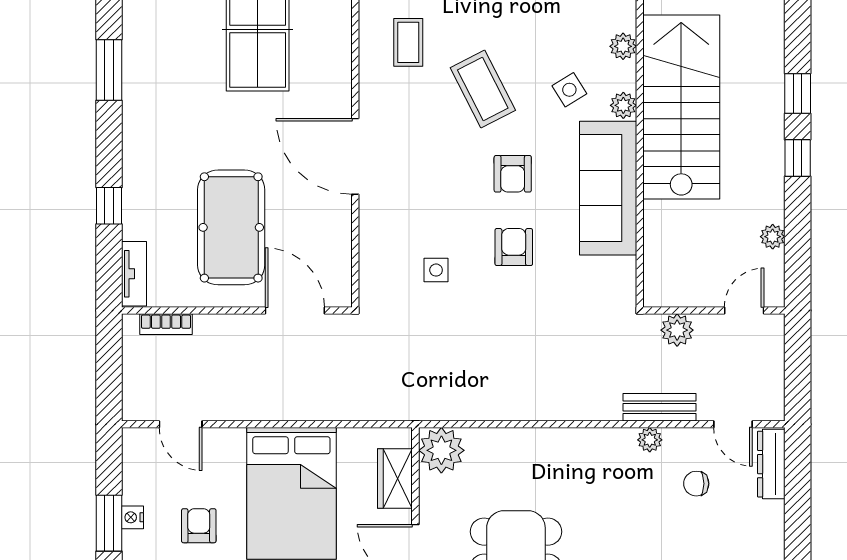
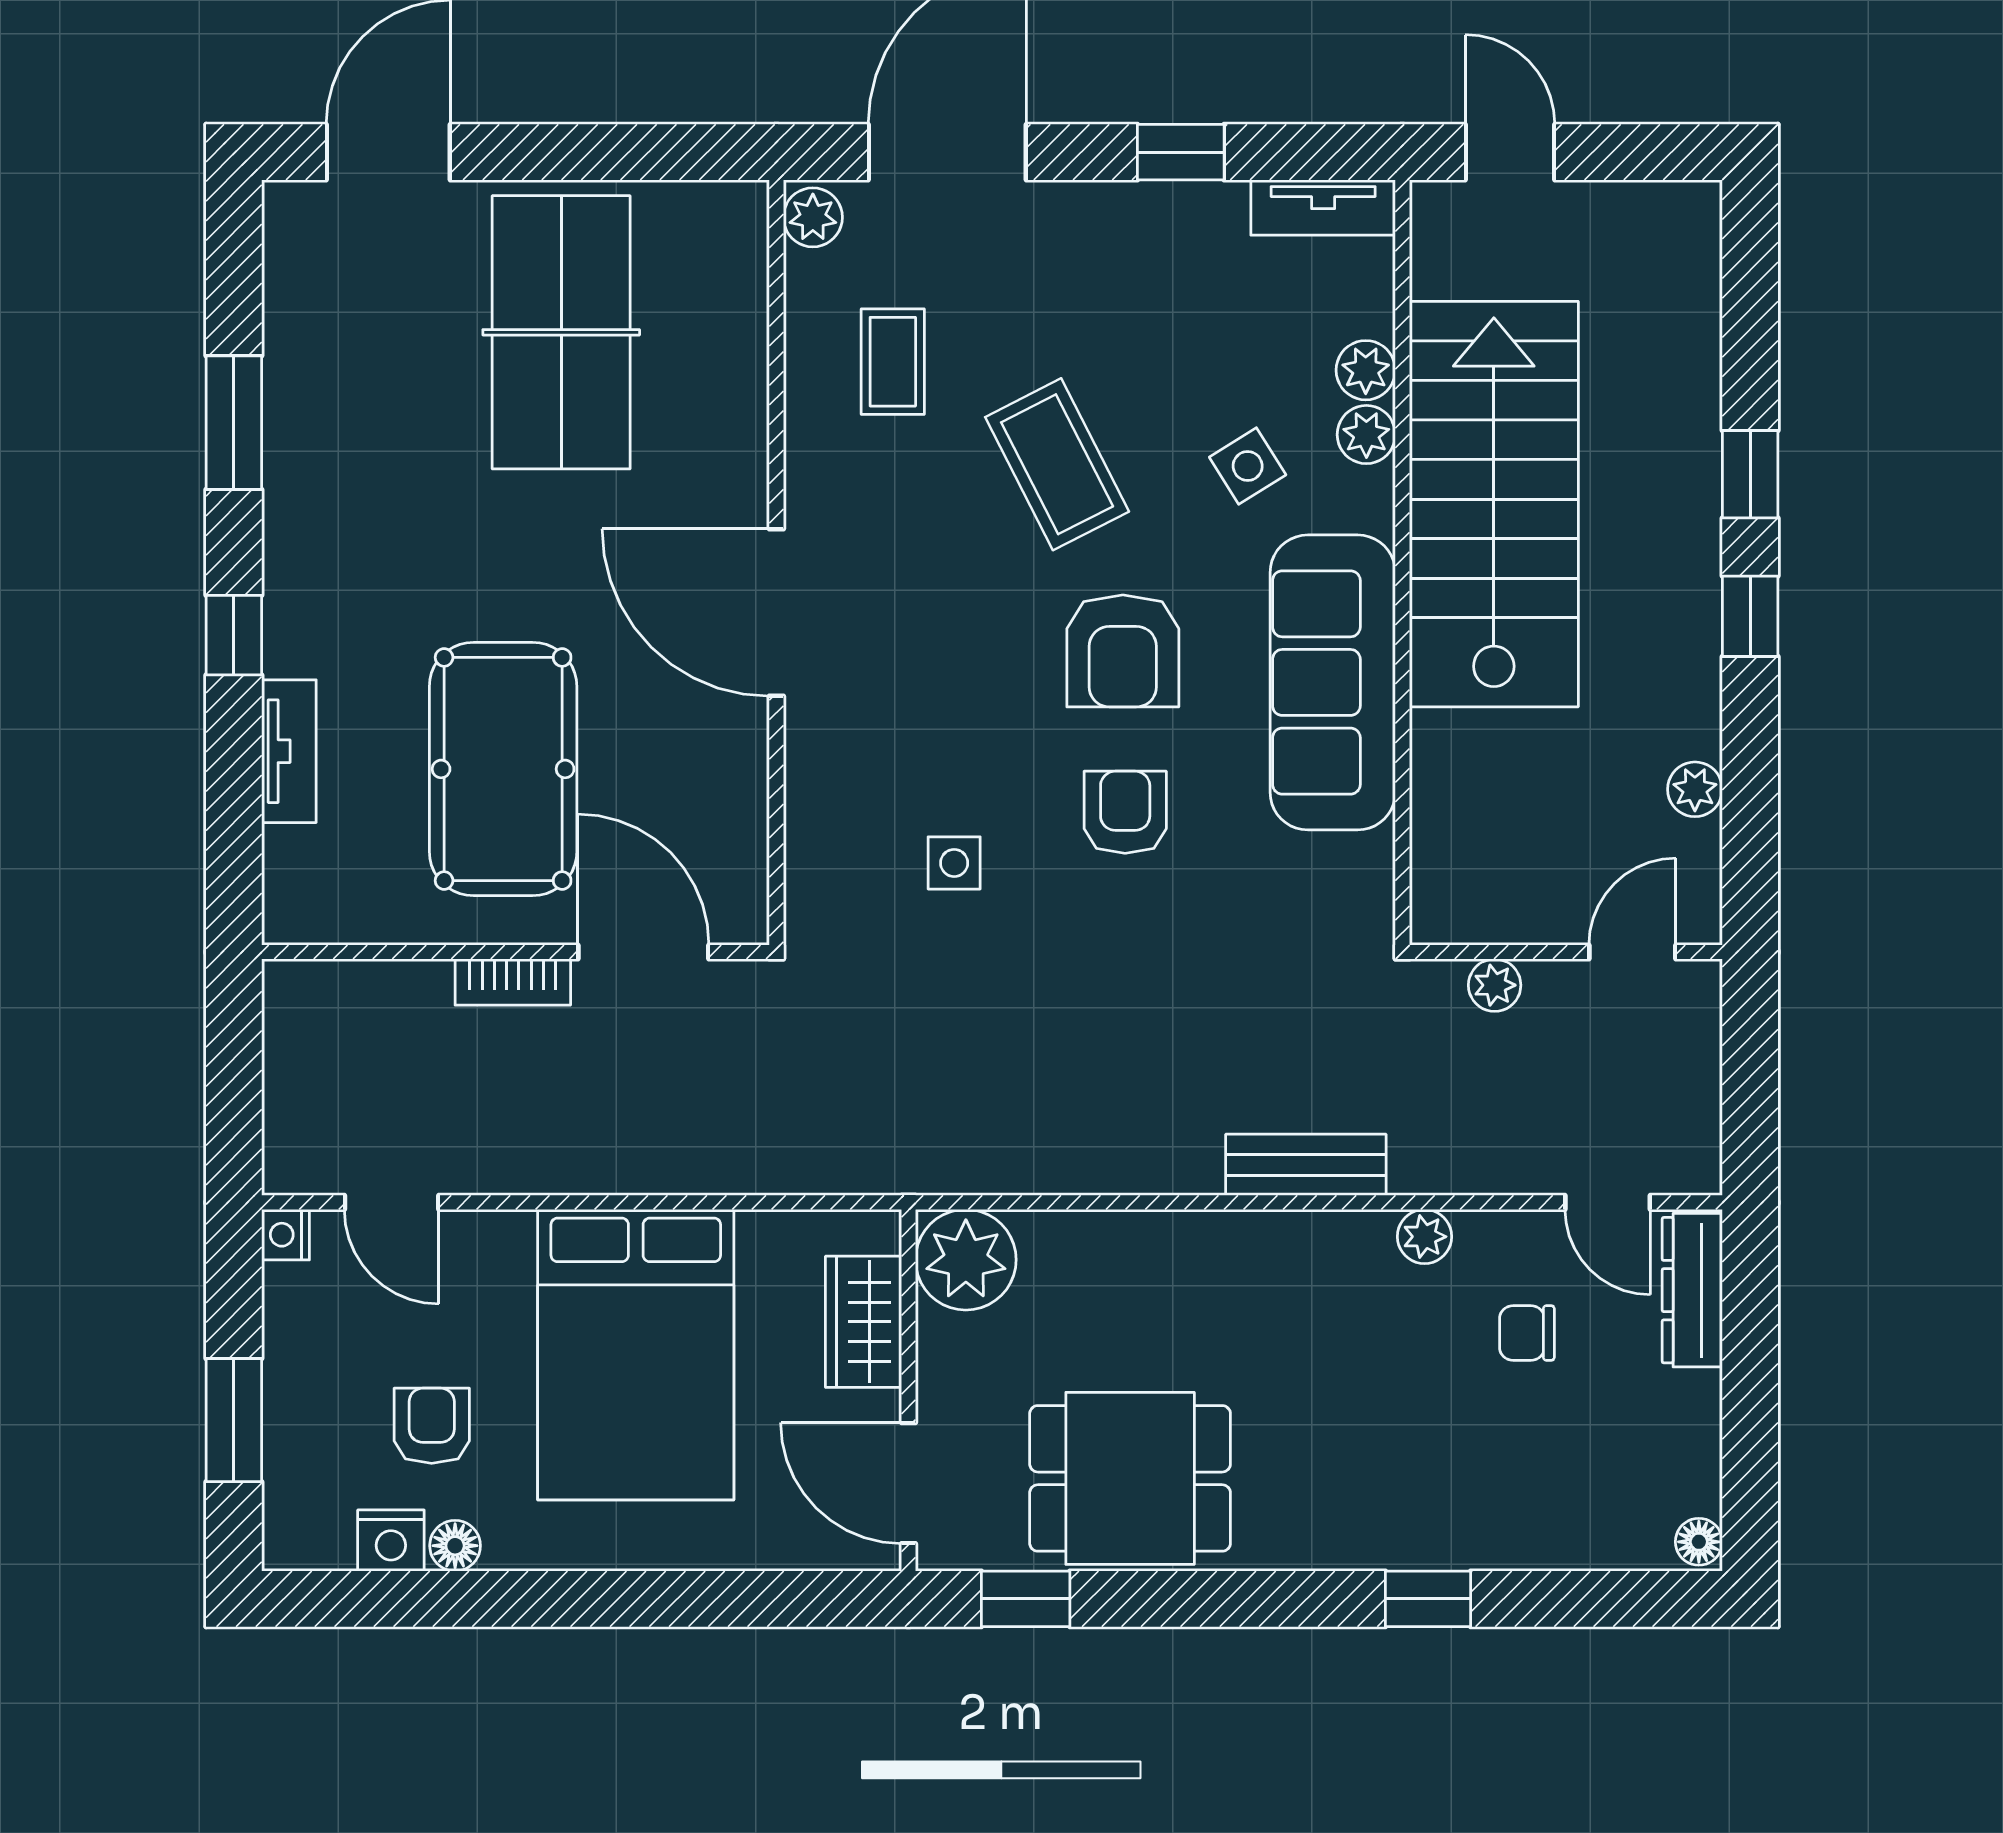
plant: (623, 105) -> (1366, 435), moved
armchair: (513, 174) -> (1123, 651), width x1.38, depth x1.38
window: (109, 206) -> (234, 635), moved
tv unit: (134, 274) -> (289, 751), moved
bookcase: (166, 324) -> (513, 982), moved
plant: (677, 330) -> (1495, 985), width x0.73, depth x0.73
bench: (660, 407) -> (1306, 1165), moved
nightstand: (132, 517) -> (286, 1235), moved

